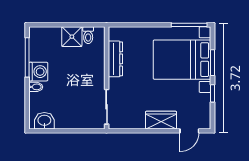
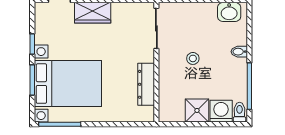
toilet: (88, 35) -> (240, 112), moved
washing machine: (38, 72) -> (221, 111), moved, turned 90
stool: (75, 81) -> (193, 58), added

